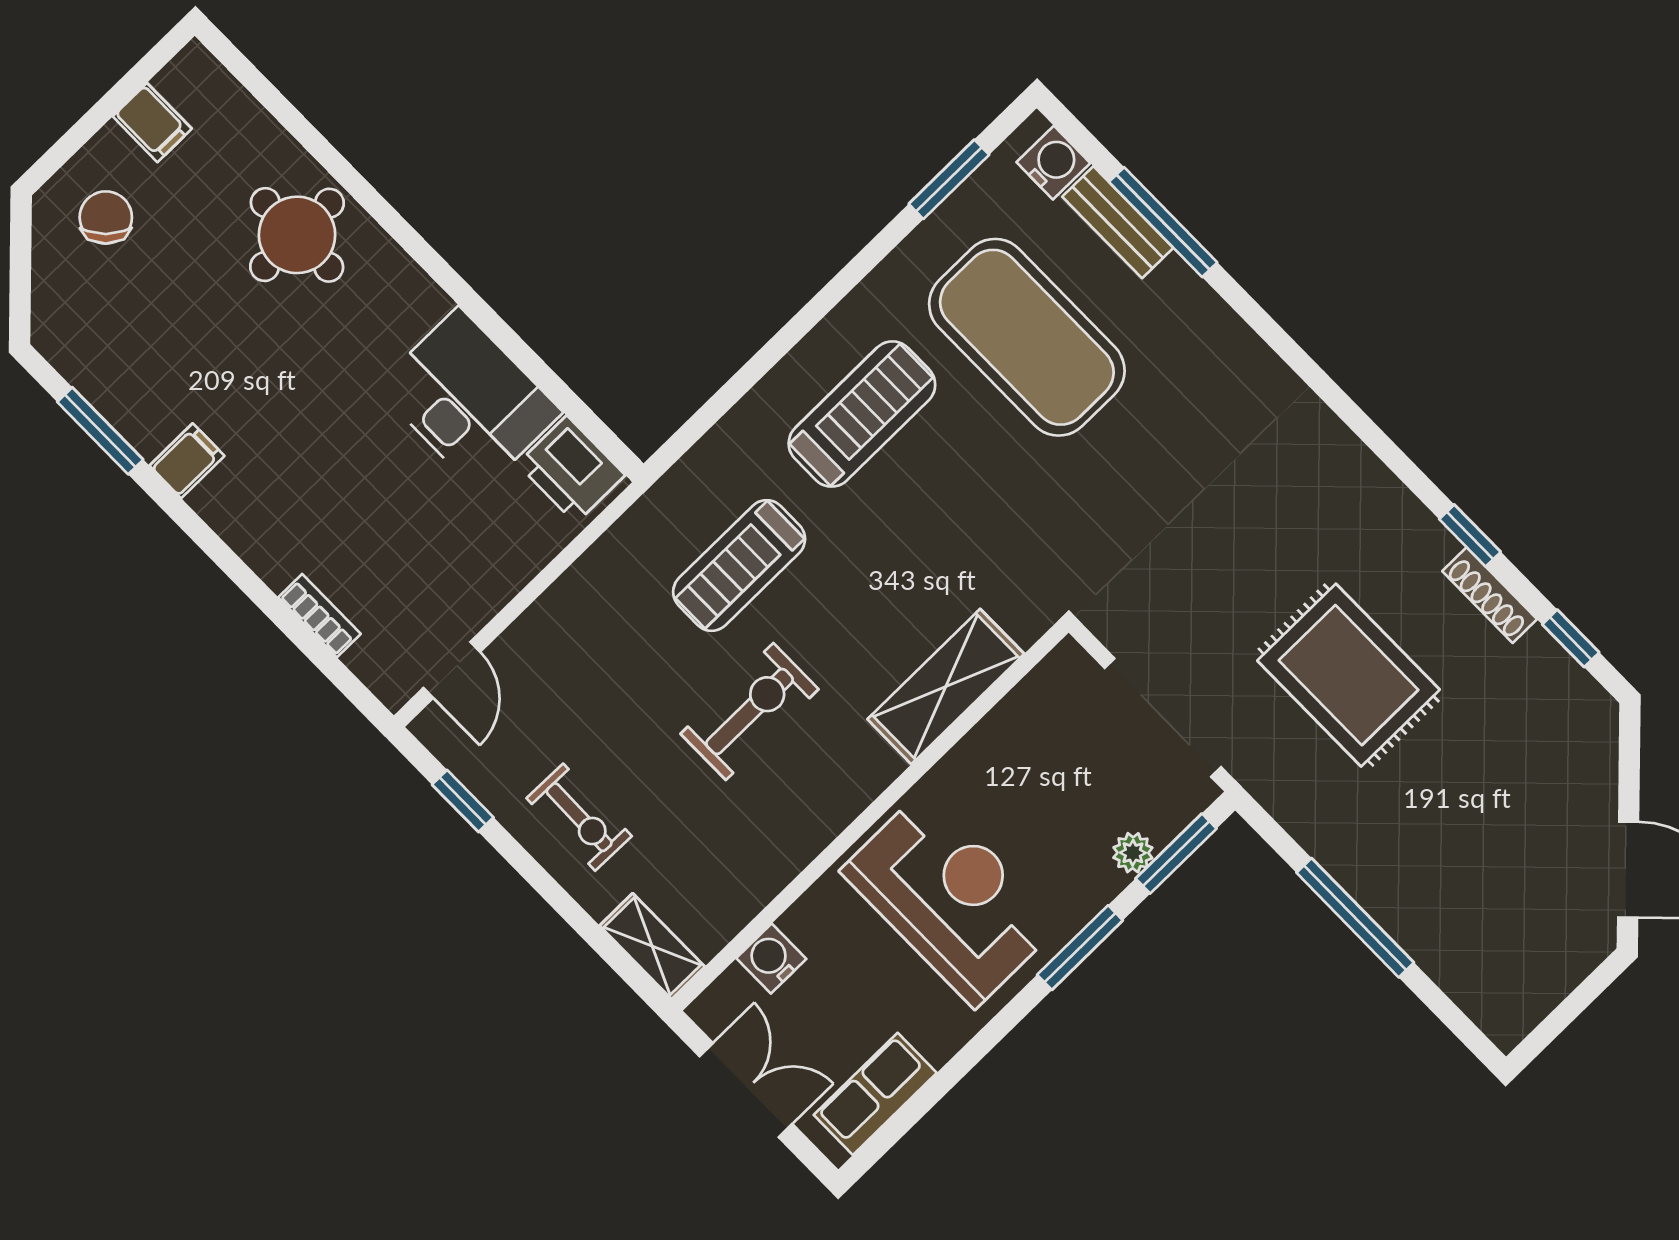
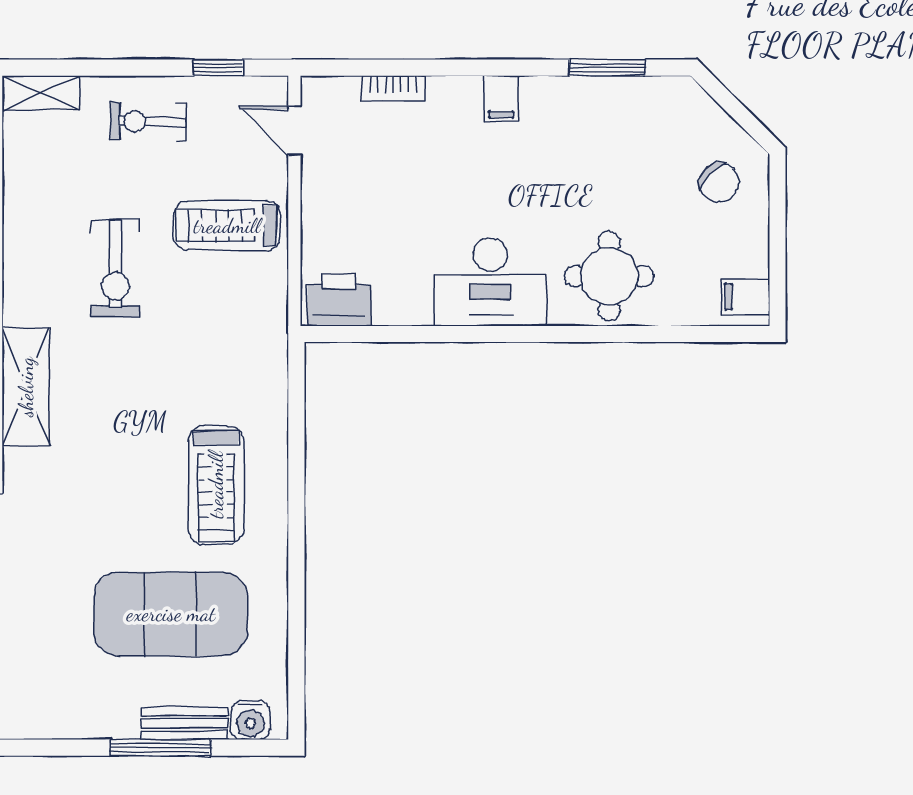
filing cabinet: (152, 123) -> (746, 297), moved
window: (949, 179) -> (296, 655), removed
desk: (469, 400) -> (490, 282), moved
filing cabinet: (187, 461) -> (501, 98), moved
treadmill: (739, 565) -> (227, 226), moved, turned -90

